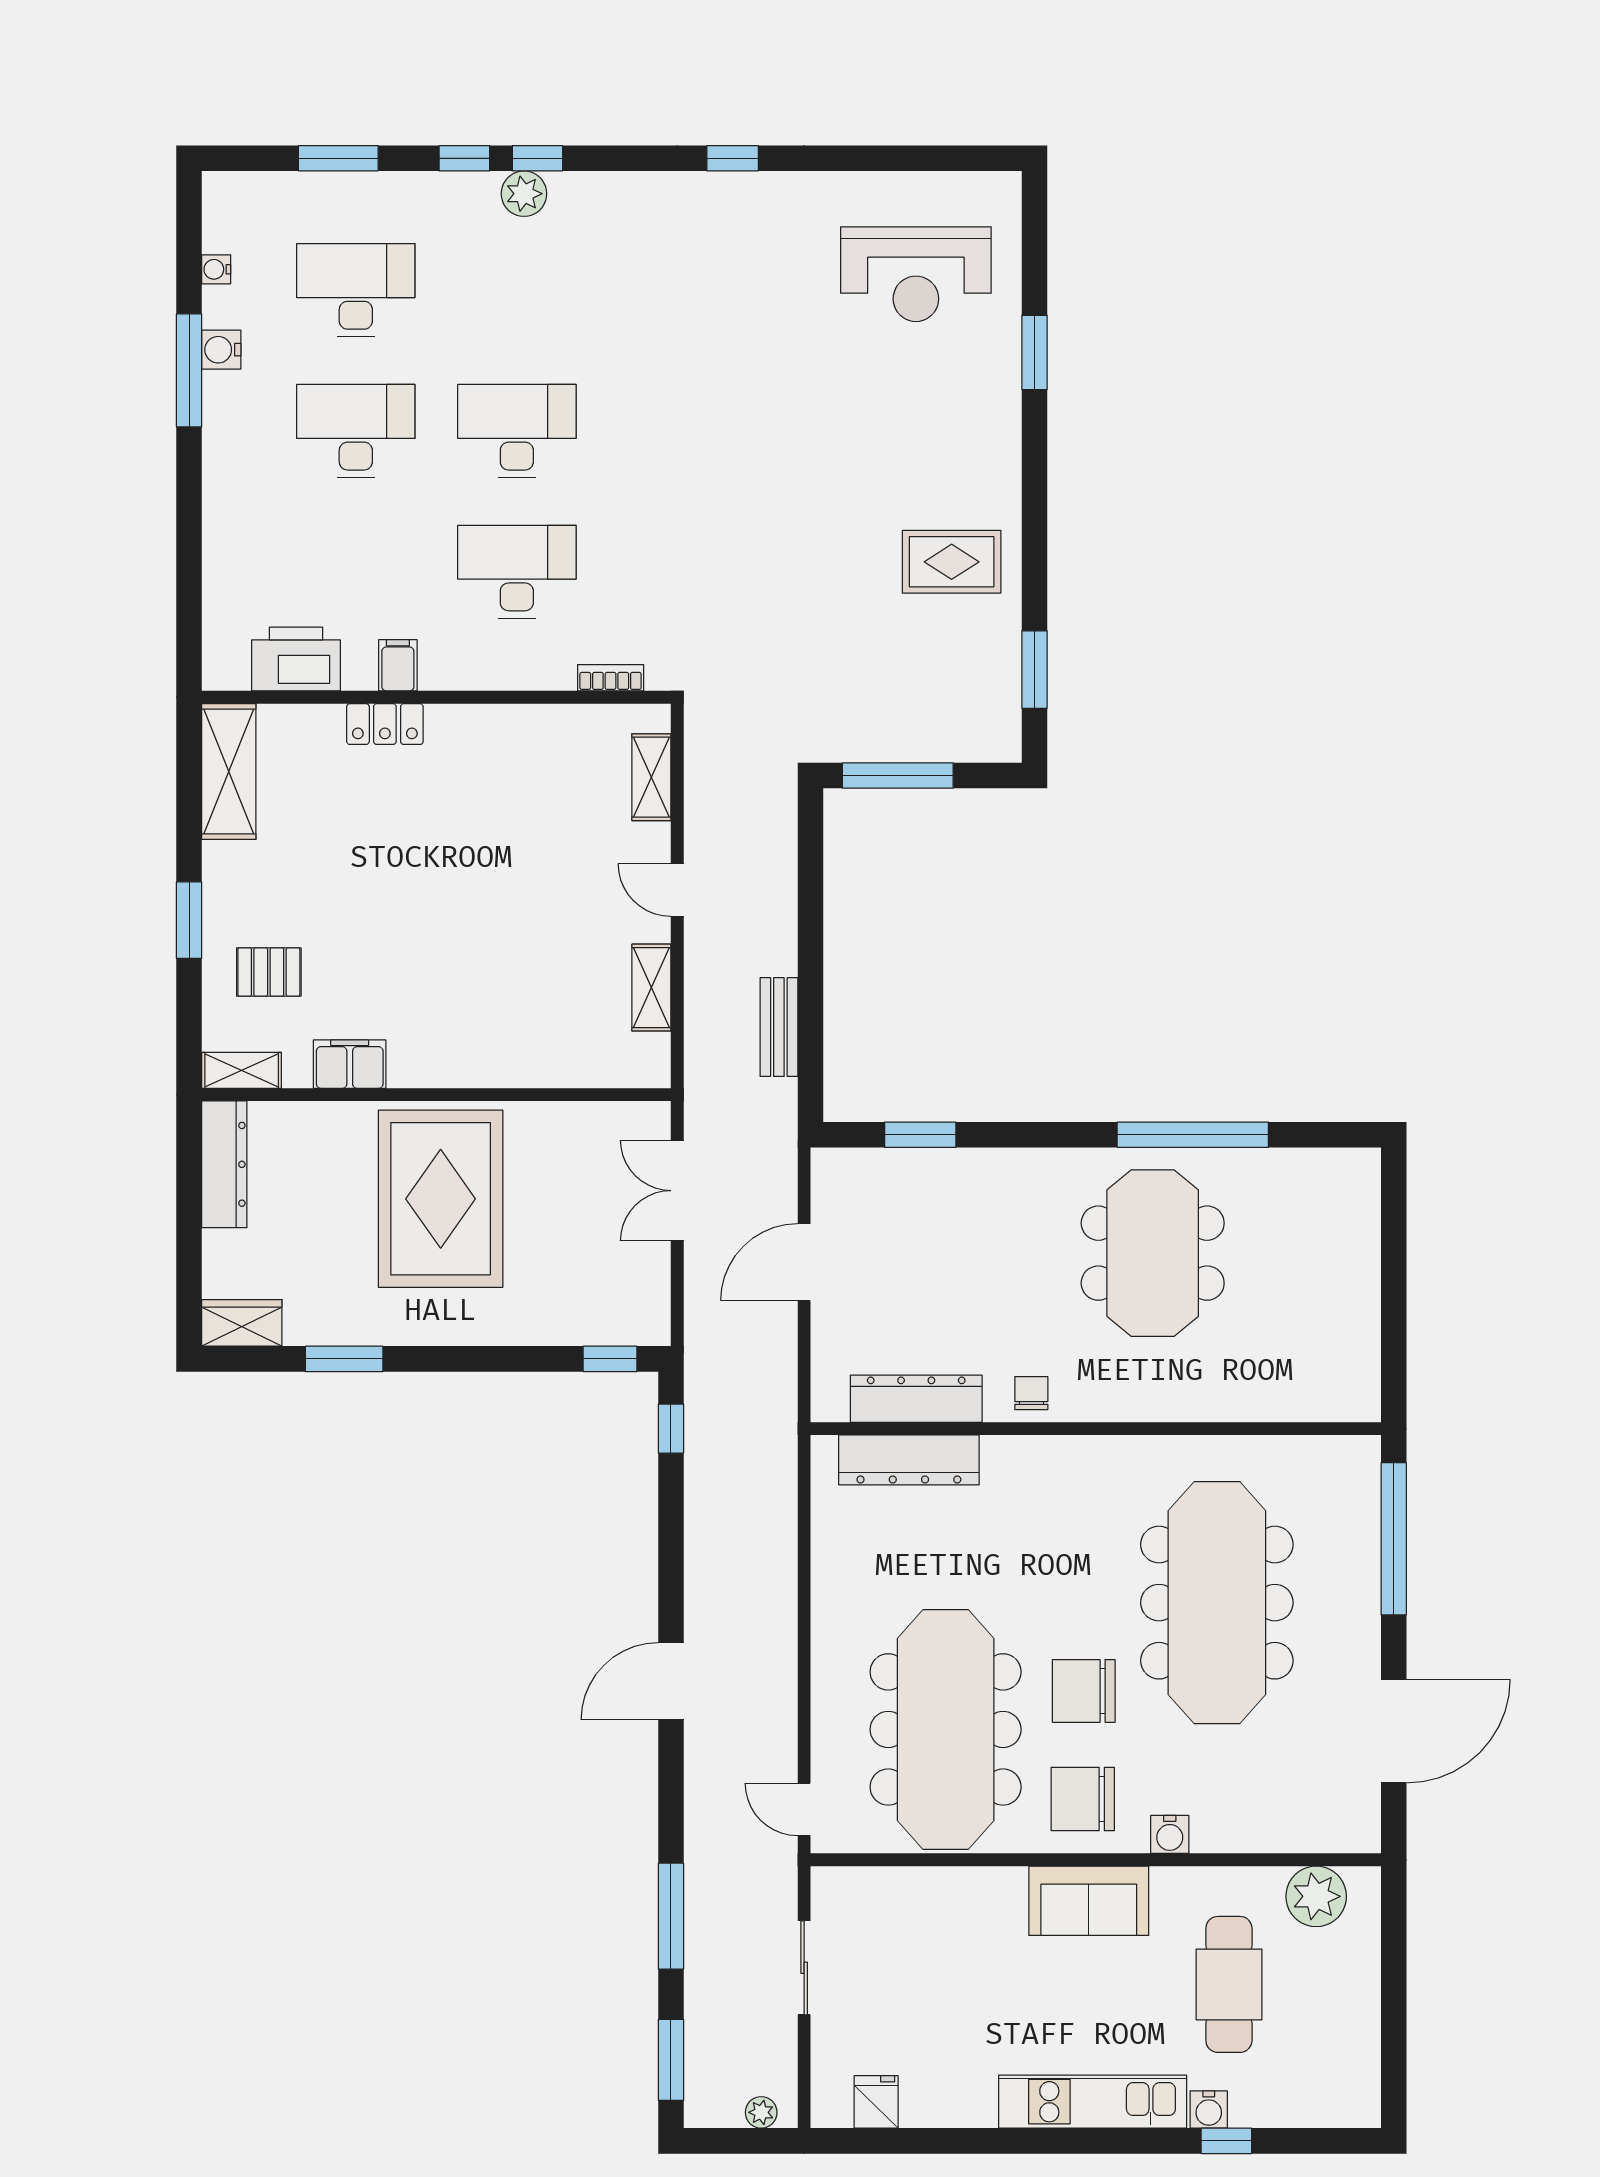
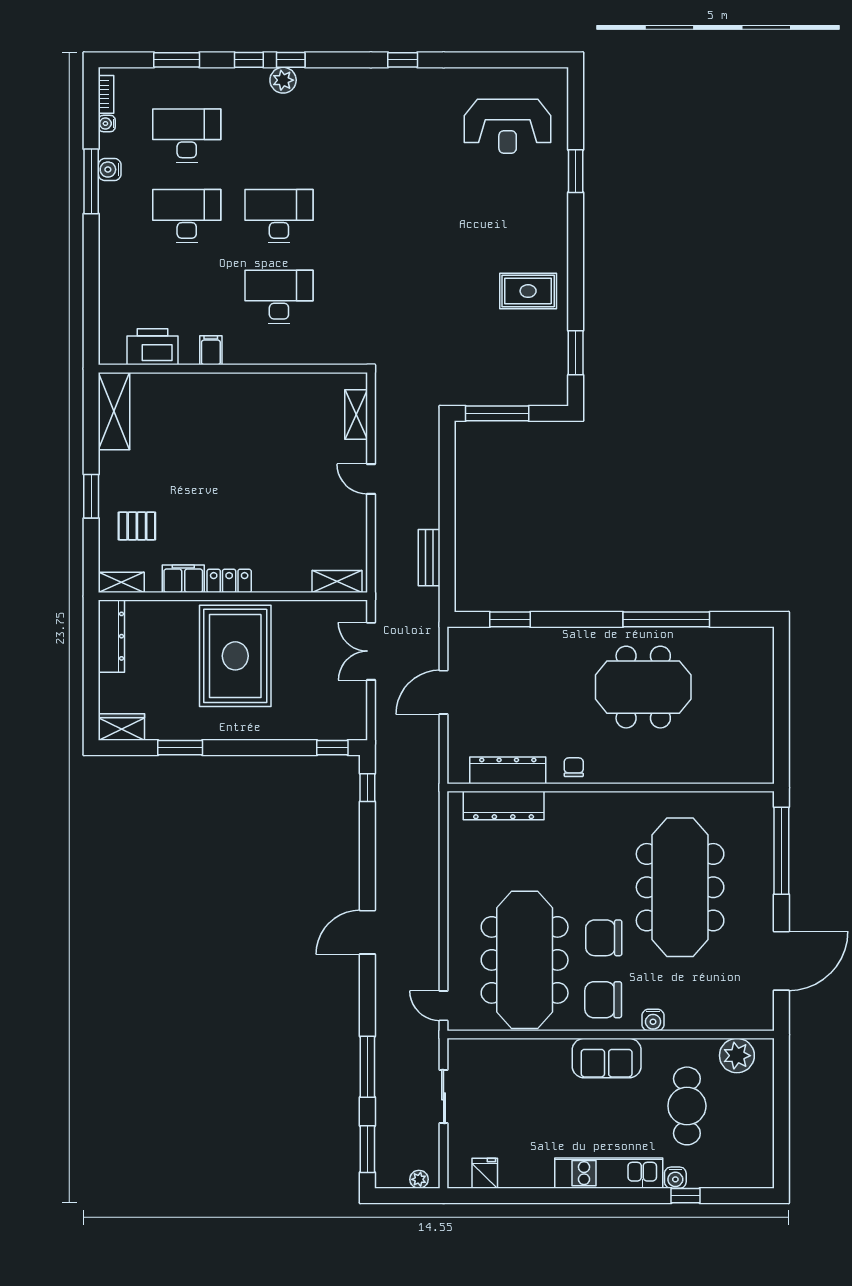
bookcase: (611, 678) -> (106, 94), moved, turned 90
locker: (385, 724) -> (229, 581), moved, turned 180
shelving: (651, 988) -> (337, 581), moved, turned 90
meeting table: (1153, 1253) -> (643, 687), turned 90

